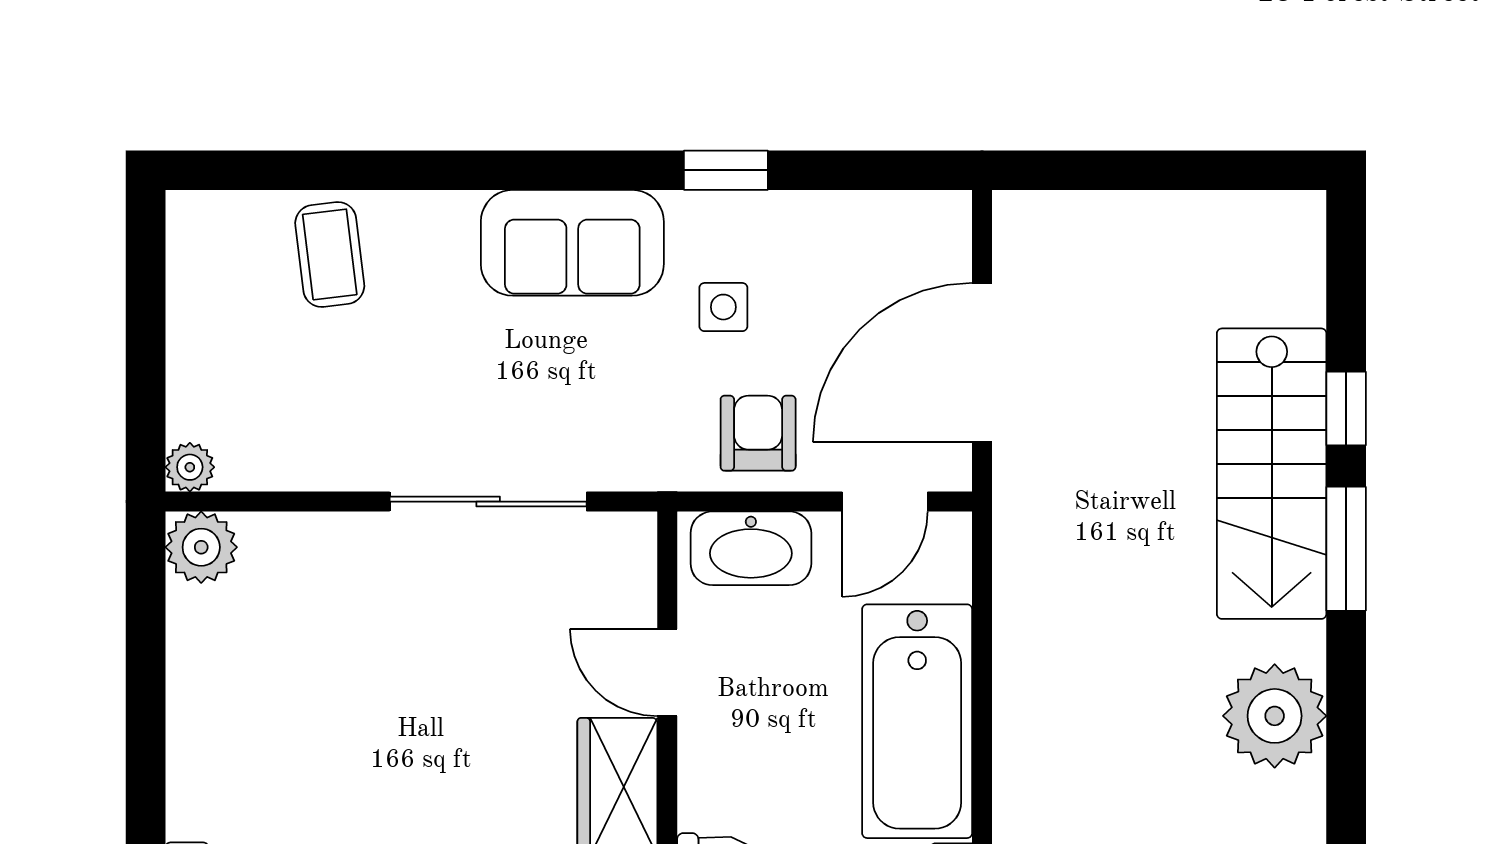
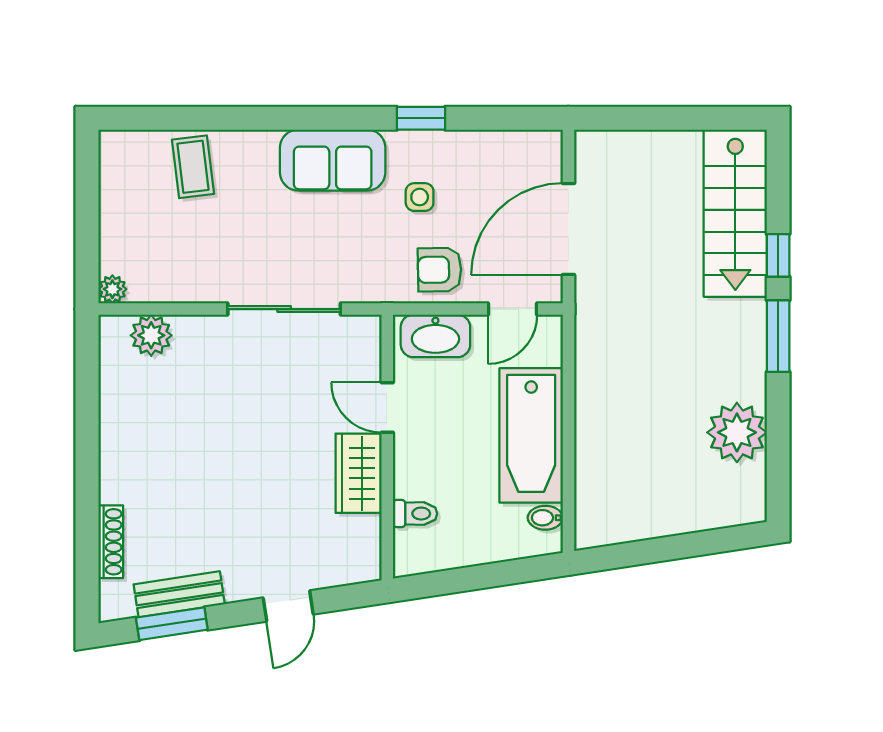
armchair: (758, 433) -> (440, 270), turned -91
stairs: (1272, 474) -> (735, 213), moved
plant: (201, 547) -> (151, 335), moved

